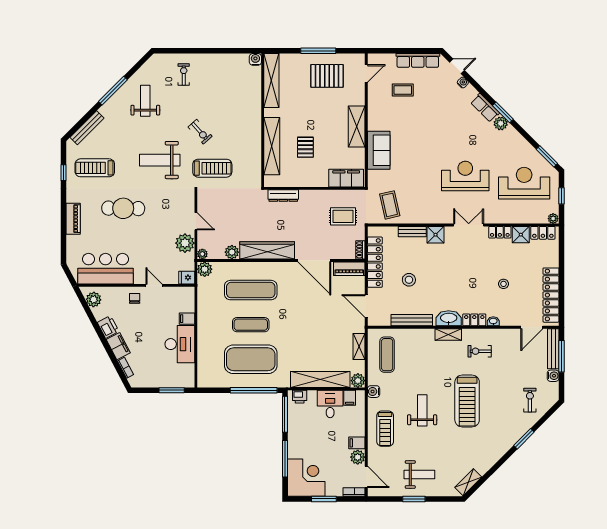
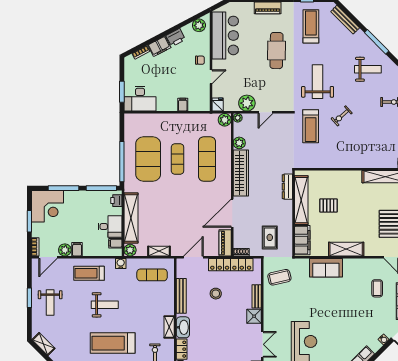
shelving: (272, 146) -> (301, 200), moved, turned 90
desk: (180, 344) -> (140, 99), moved

